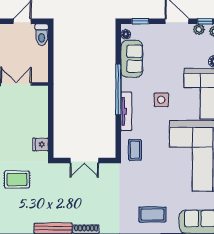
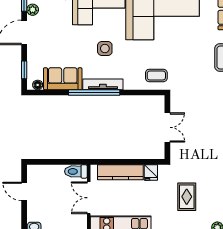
toilet: (42, 35) -> (76, 171), moved, turned 180
tv unit: (126, 111) -> (103, 84), moved
kitchen counter: (41, 115) -> (120, 172), added

